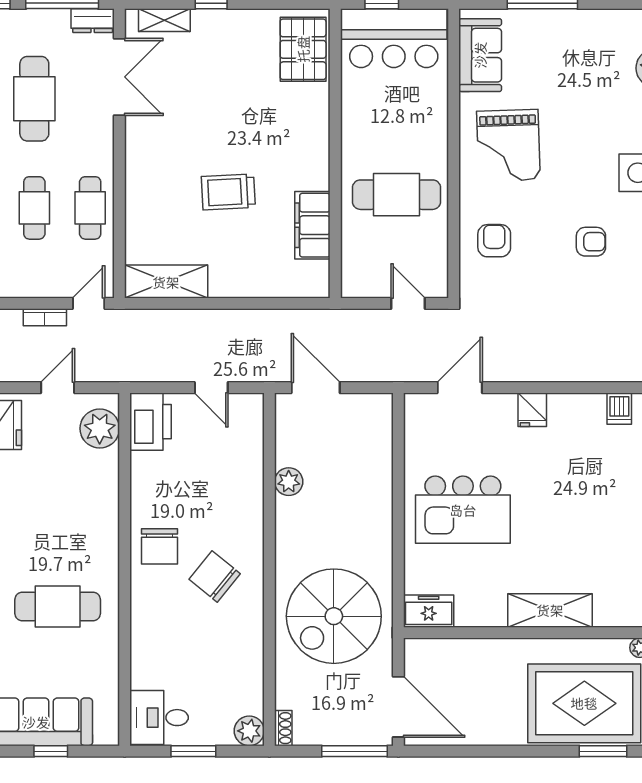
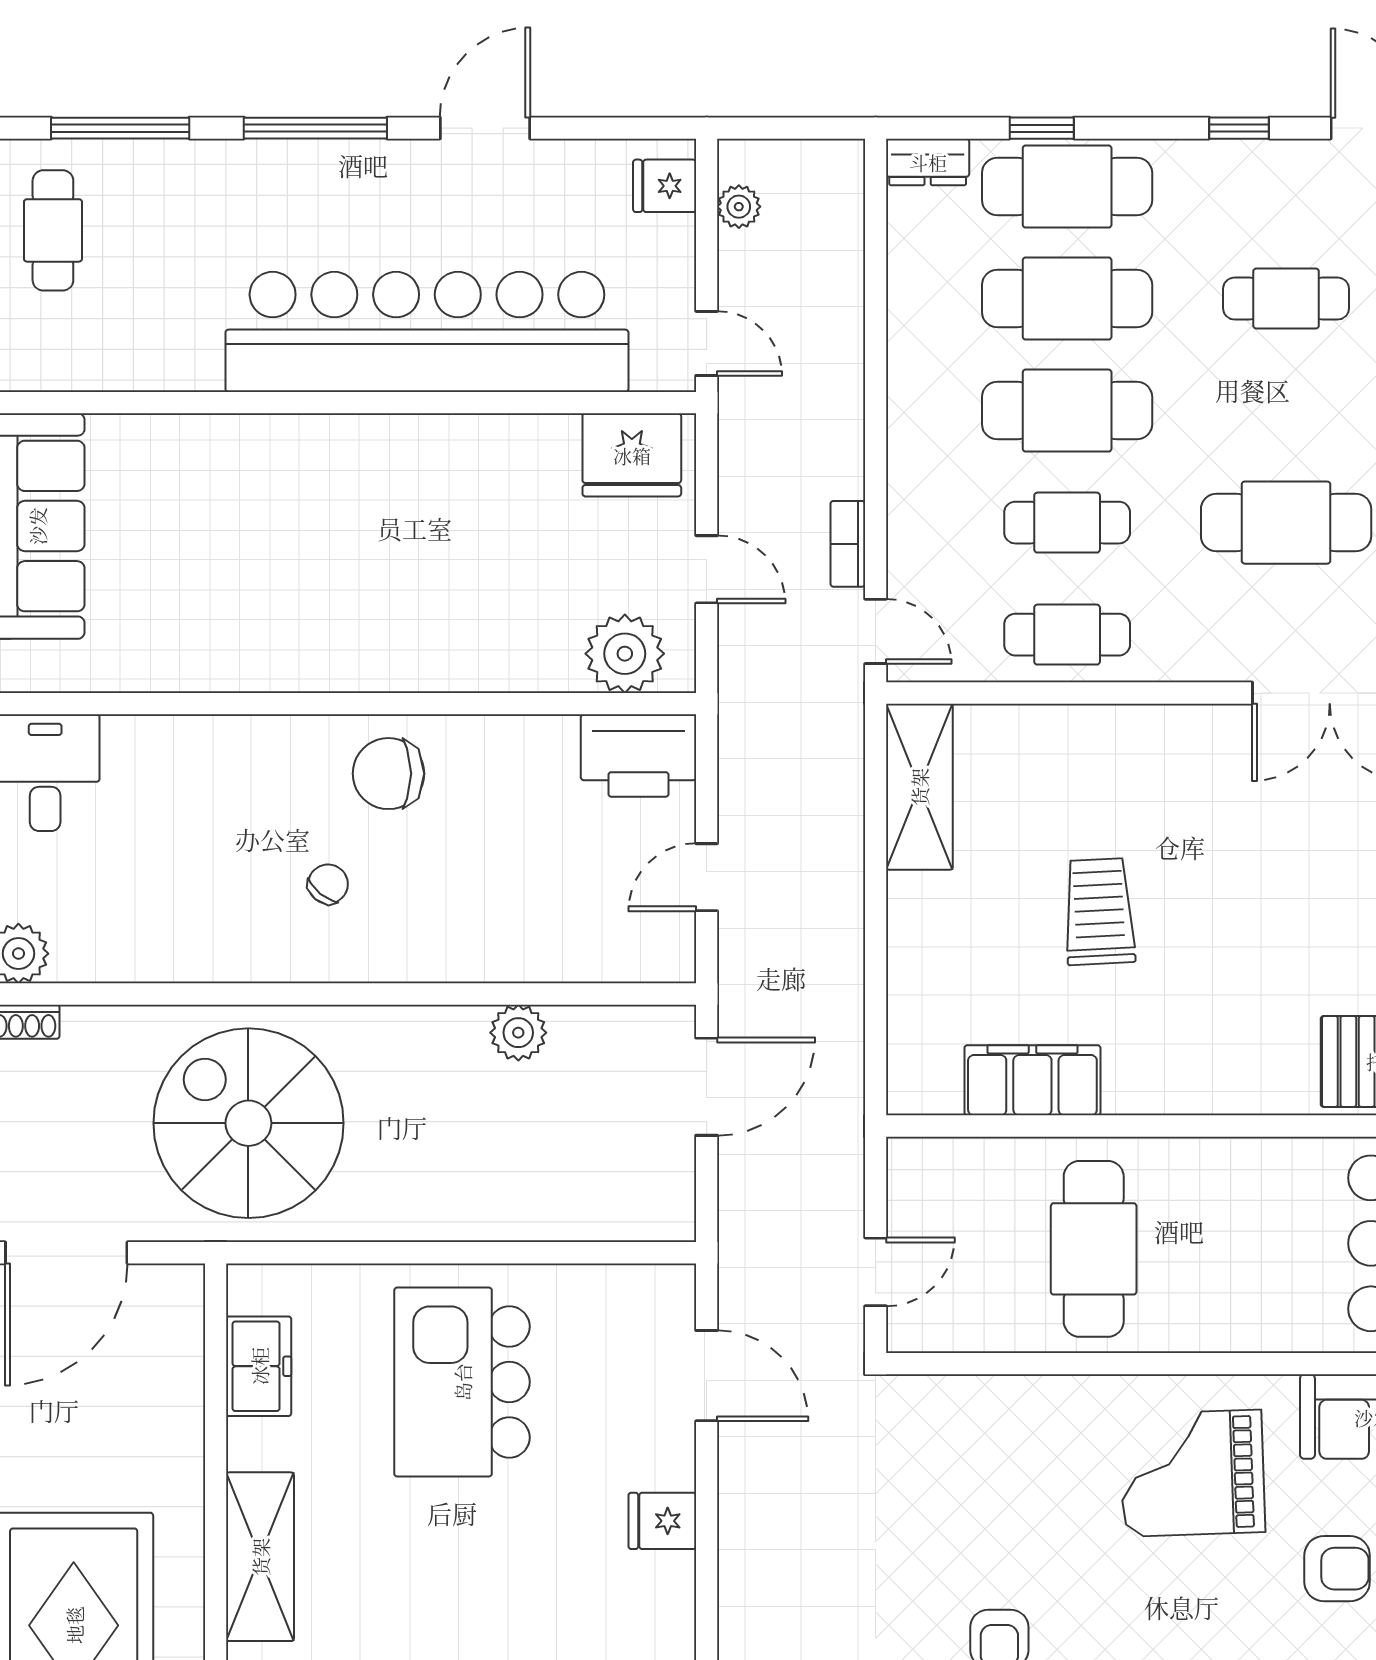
armchair: (494, 241) -> (1337, 1569), moved
chair: (215, 576) -> (328, 884), width x0.54, depth x0.54
cafe table: (58, 607) -> (268, 569), removed
freezer: (429, 611) -> (259, 1366), moved

